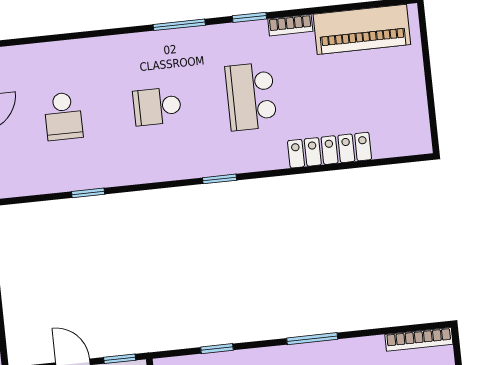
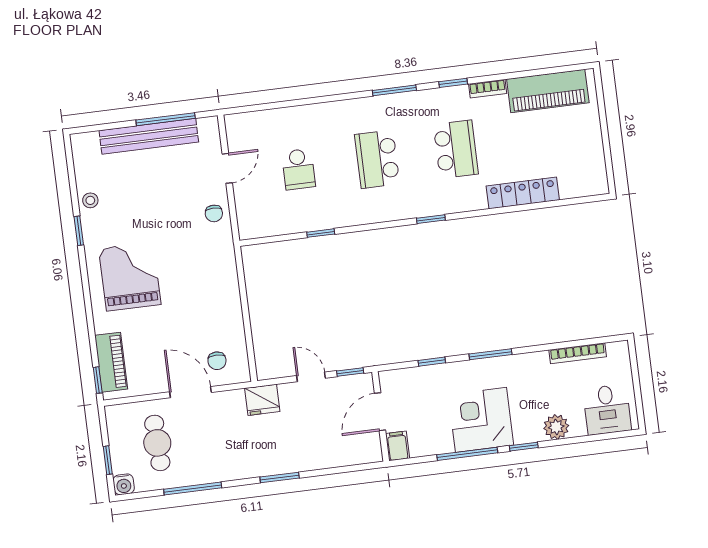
school desk: (251, 96) -> (456, 149), turned 180
school desk: (157, 106) -> (377, 159), width x1.85
window: (312, 339) -> (491, 354), moved
bookcase: (419, 339) -> (578, 353), moved

